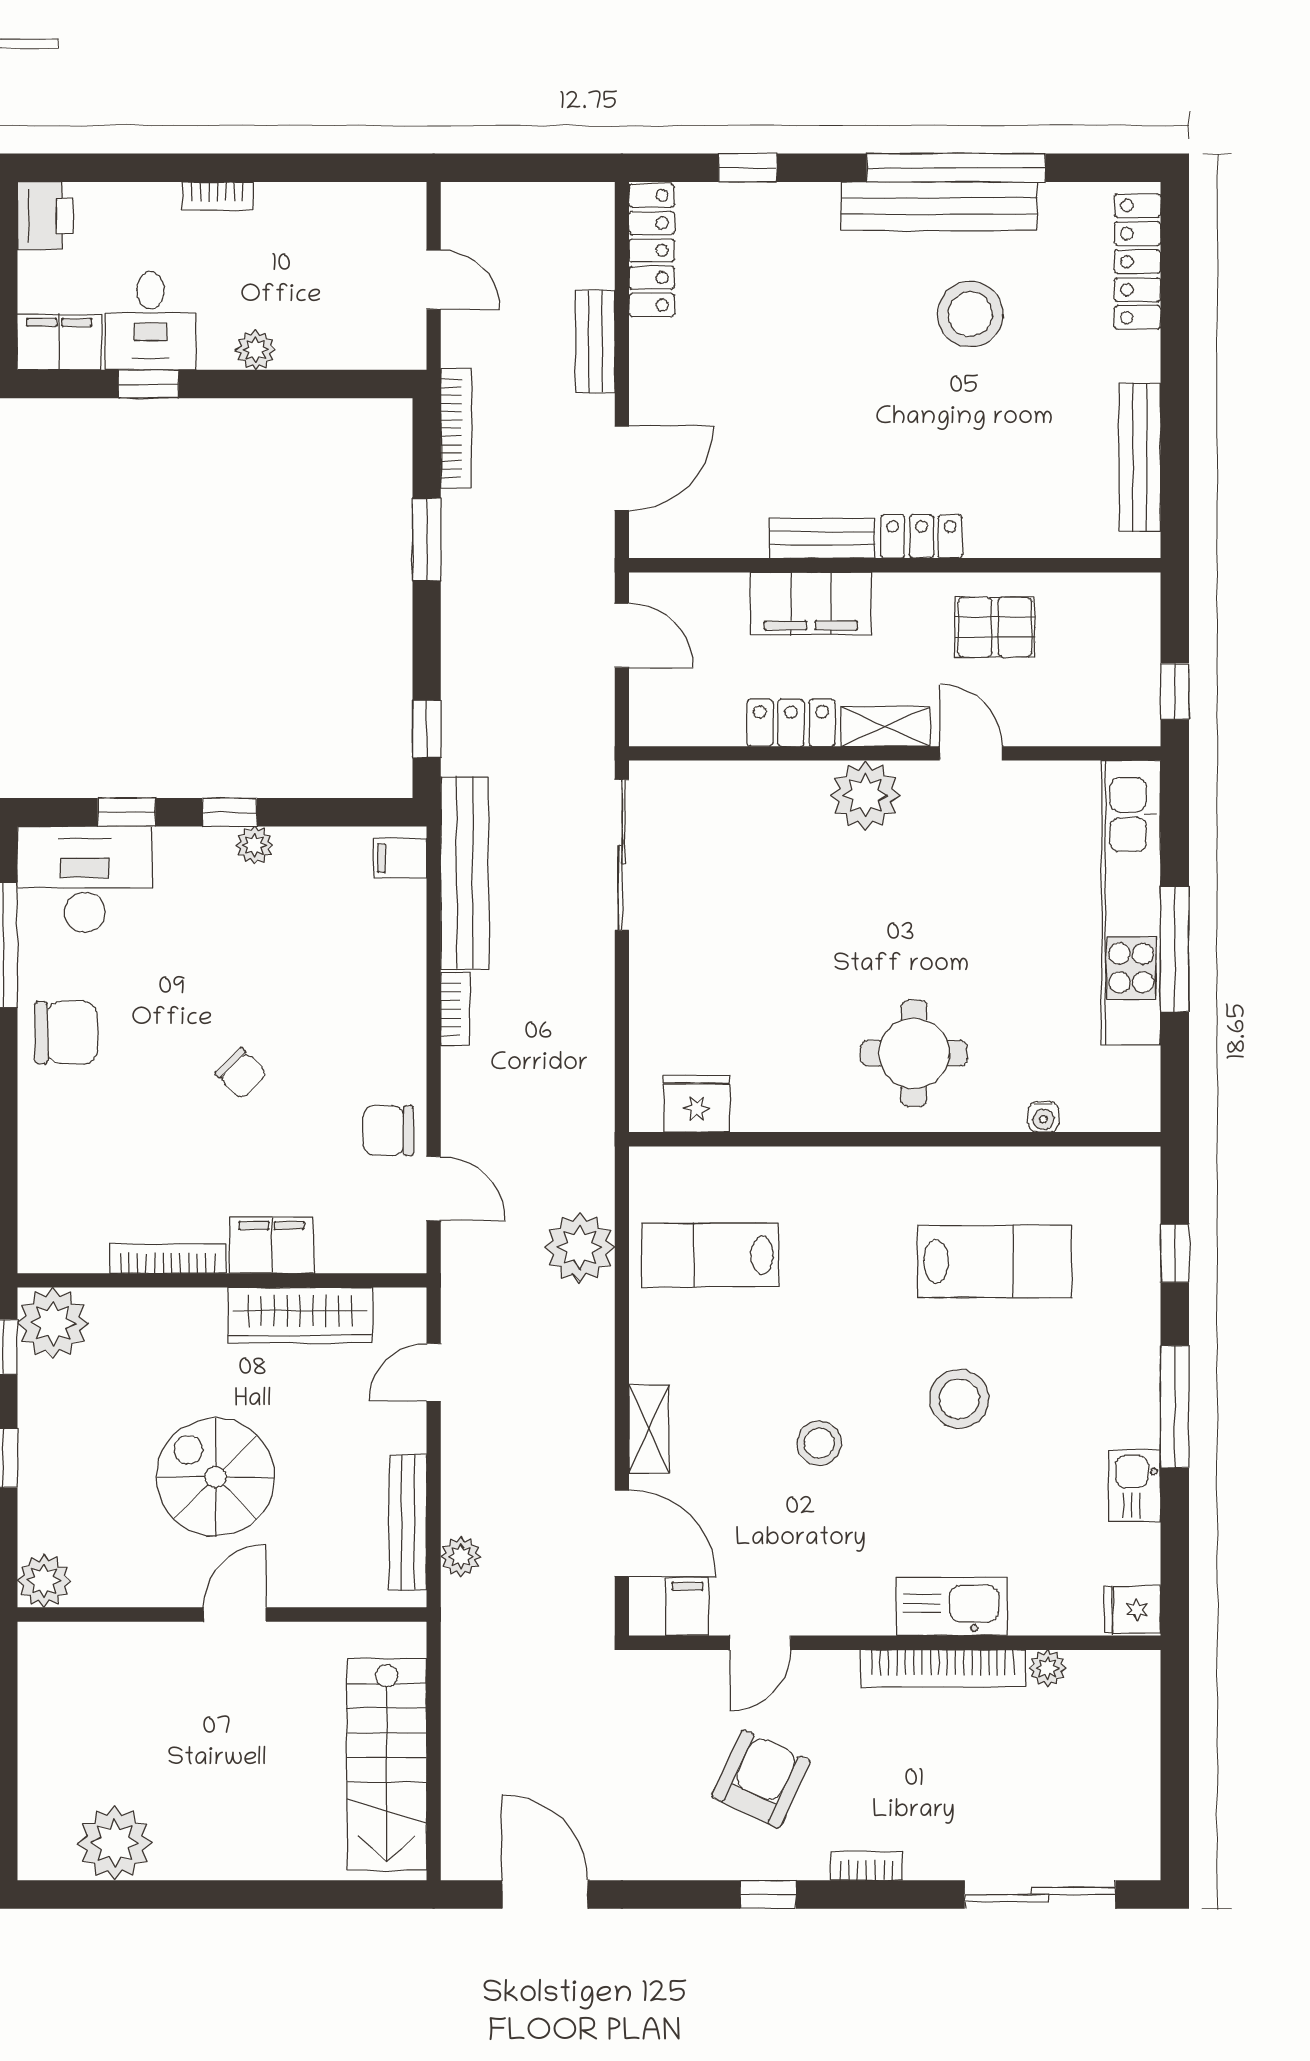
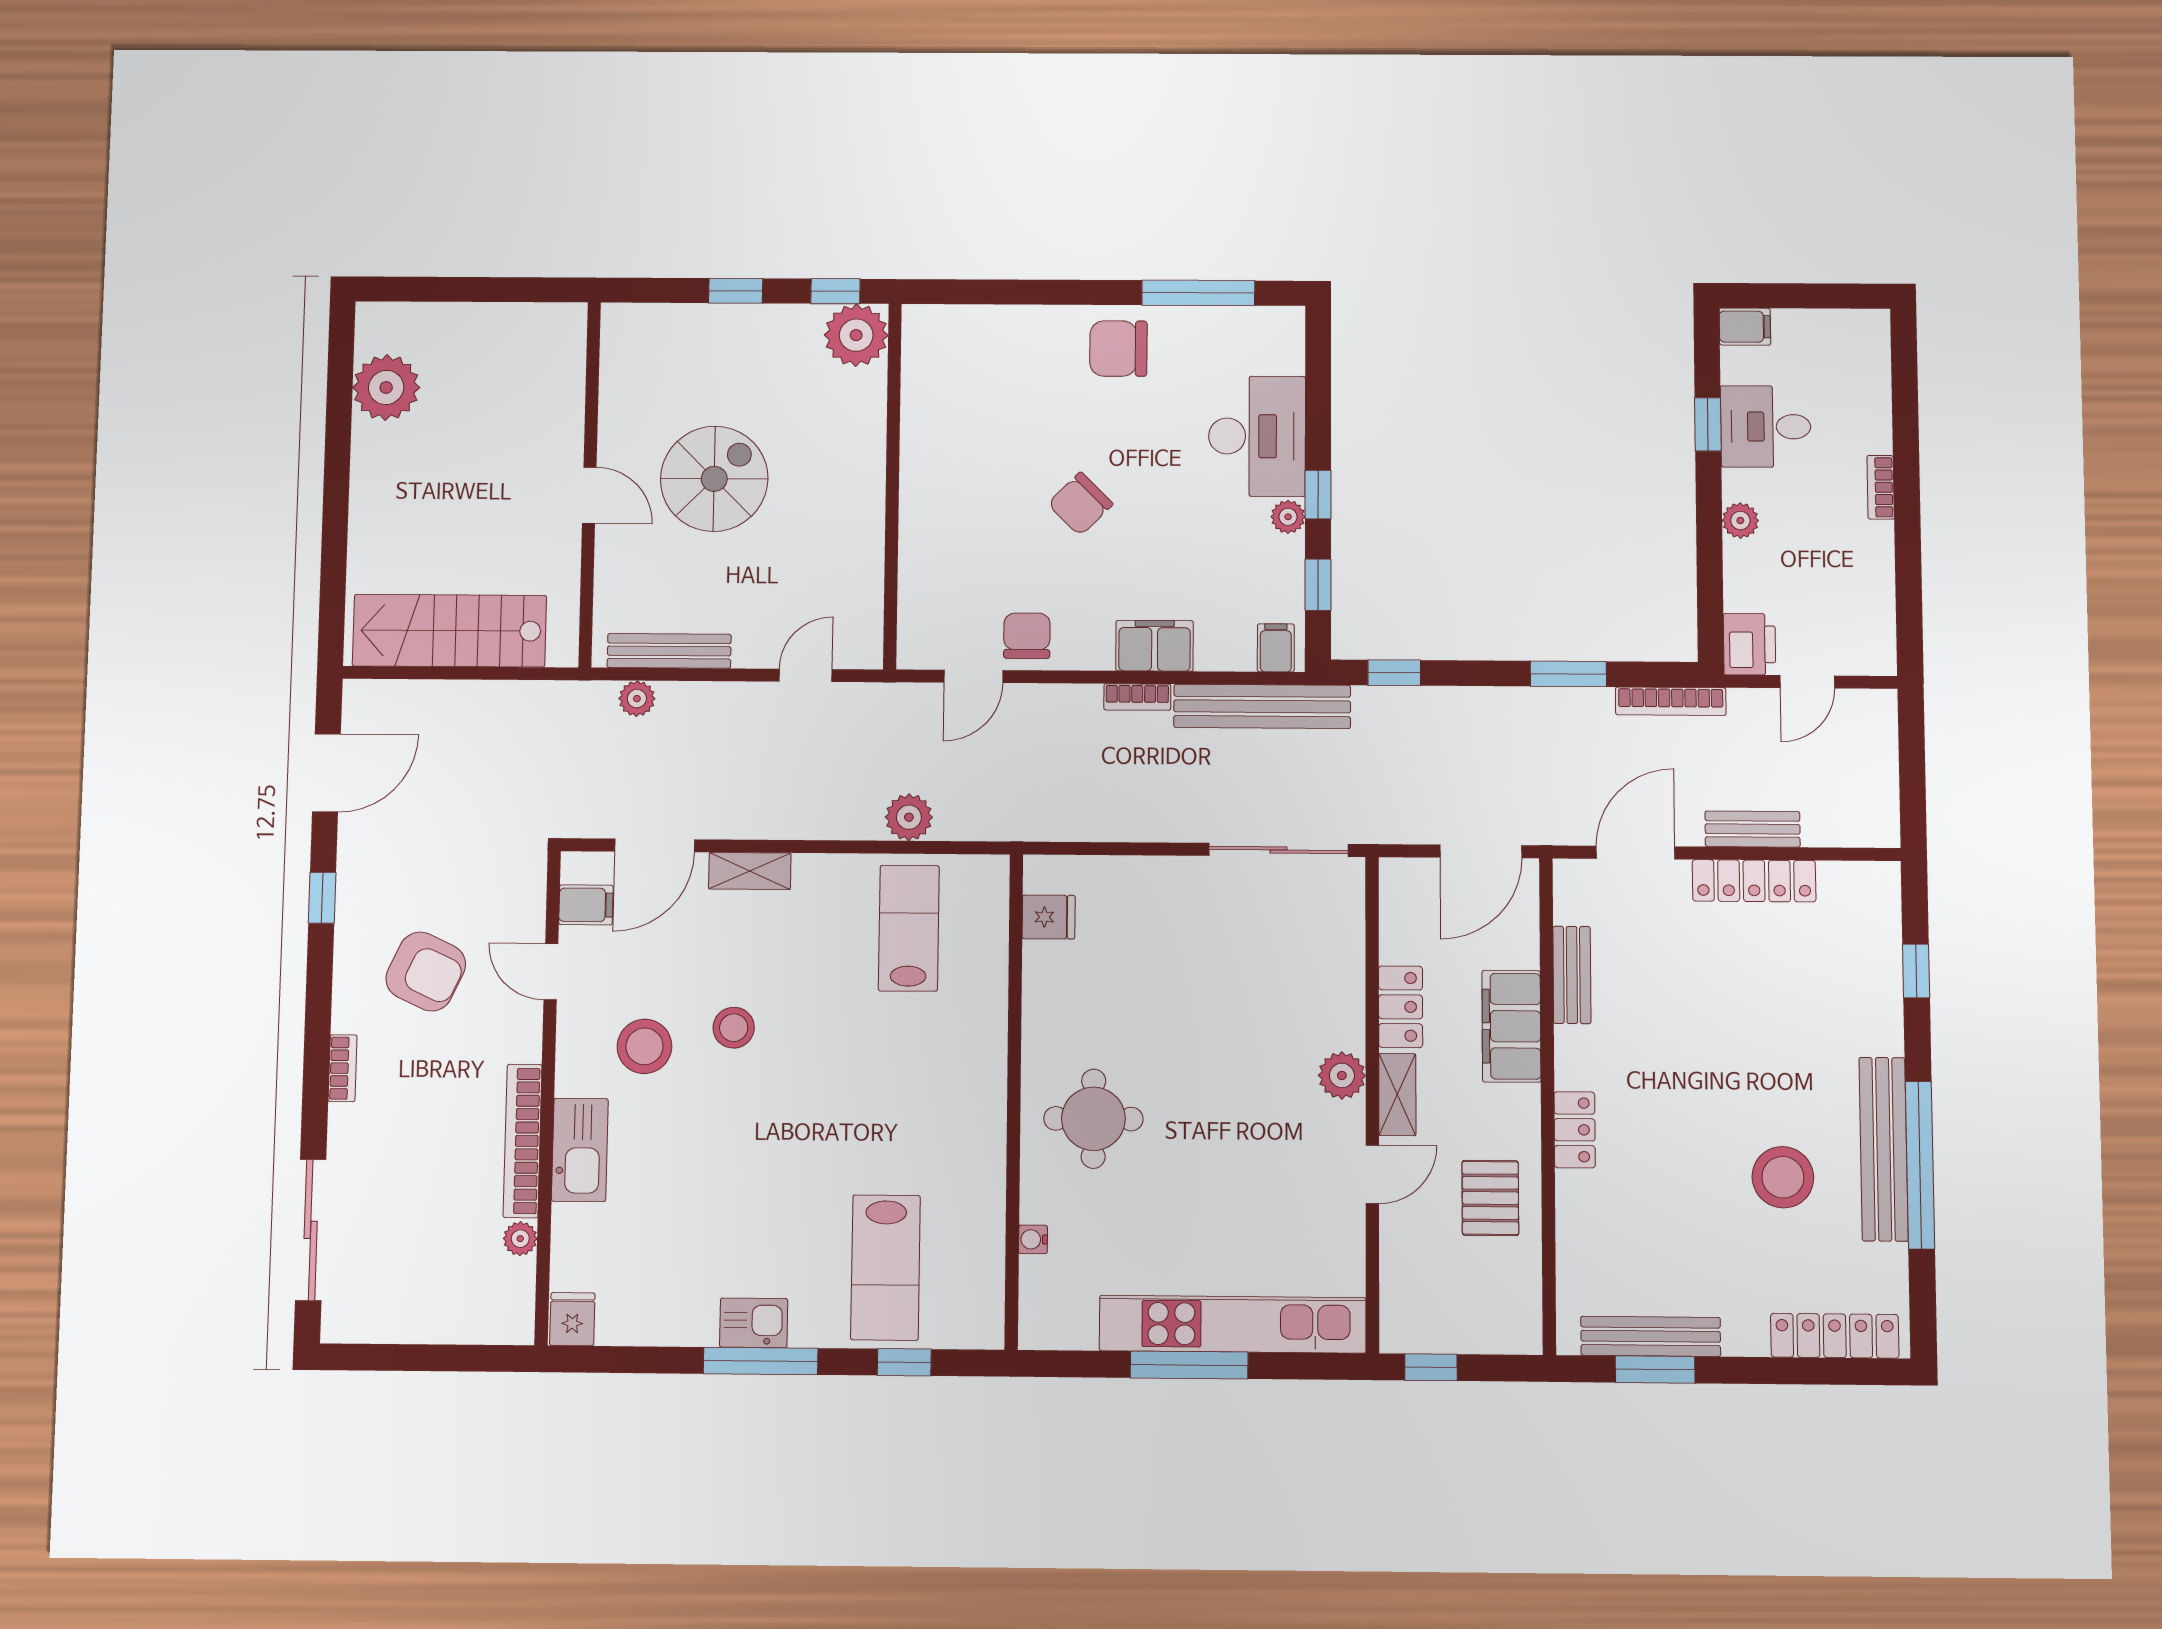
printer: (45, 216) -> (1749, 644), moved, turned -90
locker: (652, 250) -> (1754, 881), moved
filing cabinet: (59, 342) -> (1745, 327), width x0.50
window: (1175, 453) -> (1655, 1369), added
door: (622, 468) -> (1636, 853), swing flipped
bench: (822, 538) -> (1572, 975), moved
door: (622, 636) -> (1481, 851), width x1.38
plant: (865, 795) -> (1342, 1075), width x0.73, depth x0.73
window: (126, 812) -> (1318, 585), moved
desk: (85, 879) -> (1257, 436), moved
chair: (67, 1033) -> (1118, 349), turned 90
chair: (241, 1073) -> (1080, 504), width x1.37, depth x1.37
fridge: (697, 1104) -> (1049, 917), width x0.72
filing cabinet: (272, 1245) -> (1155, 646), moved, turned -90
plant: (580, 1247) -> (909, 817), width x0.73, depth x0.73
bookcase: (168, 1258) -> (913, 437), removed
lab bench: (995, 1261) -> (885, 1268), moved
wardrobe: (300, 1315) -> (859, 555), removed
door: (434, 1372) -> (806, 675), hinge flipped
stool: (959, 1399) -> (644, 1046), moved
kitchen sink: (1135, 1486) -> (754, 1323), moved
plant: (44, 1581) -> (624, 326), removed
window: (768, 1894) -> (322, 898), moved

